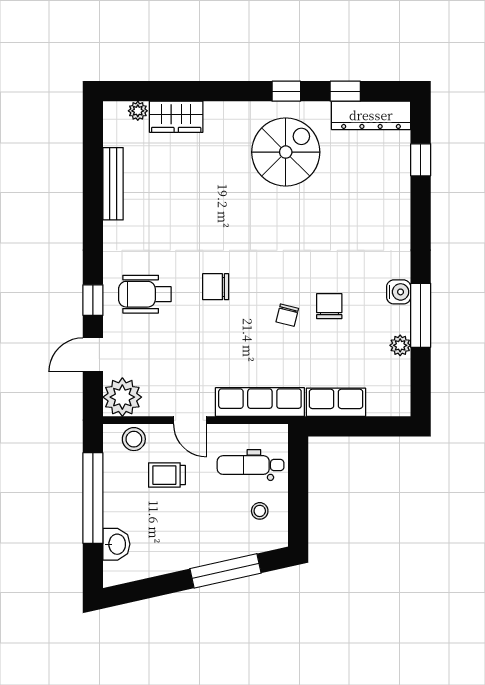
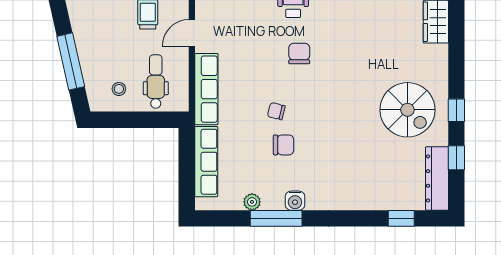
row of seats: (336, 402) -> (206, 162), width x1.48

